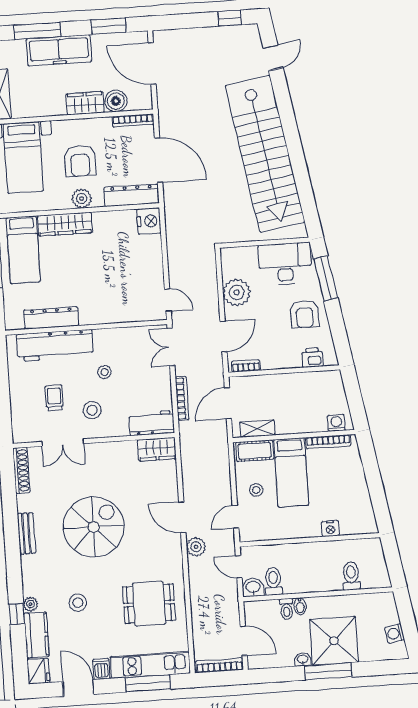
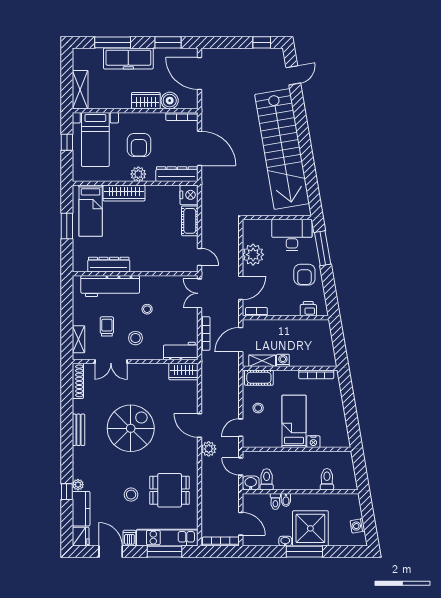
cot: (152, 254) -> (190, 221), added
shelving: (19, 417) -> (79, 339), added
washing machine: (336, 423) -> (283, 360), moved
bed: (291, 472) -> (294, 421), moved, turned 180
stool: (78, 603) -> (131, 495), moved

